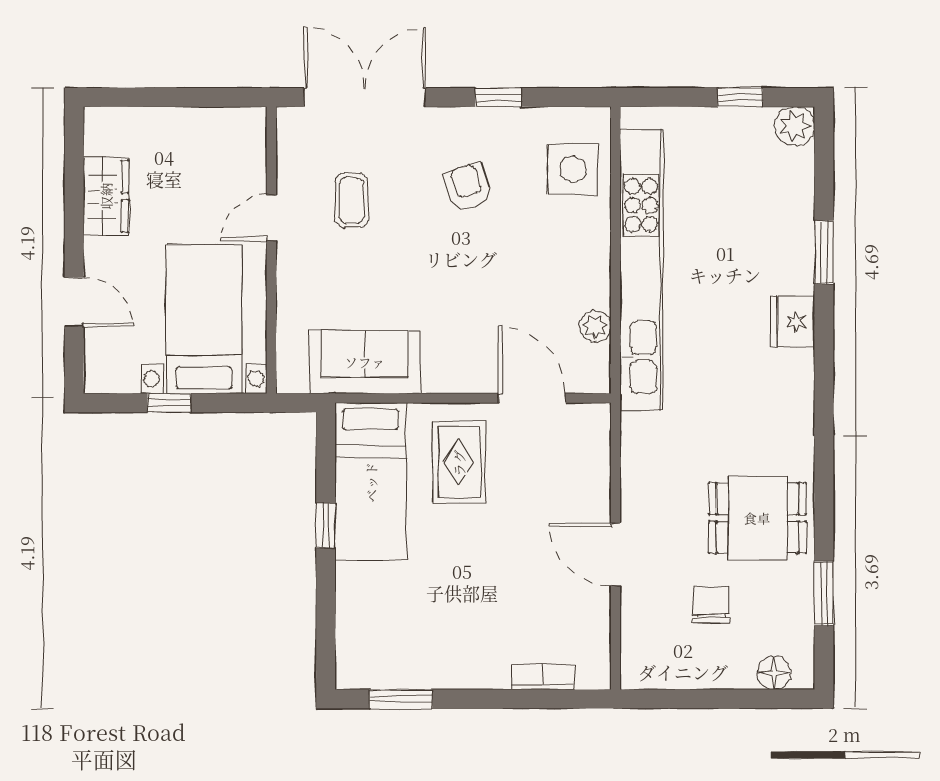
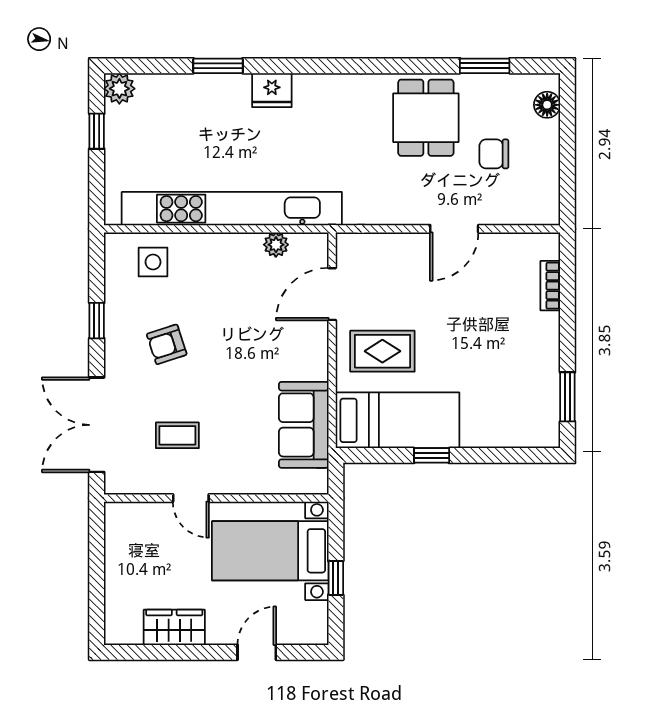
side table: (573, 169) -> (153, 262), width x0.73, depth x0.73

